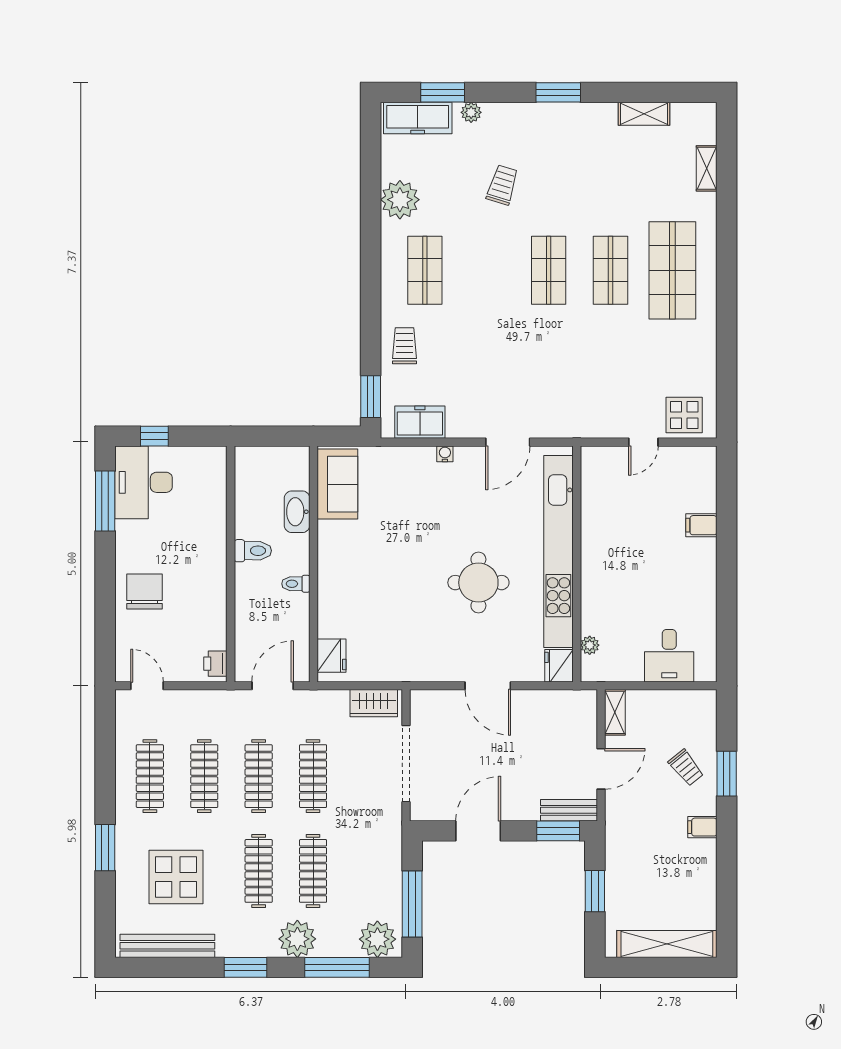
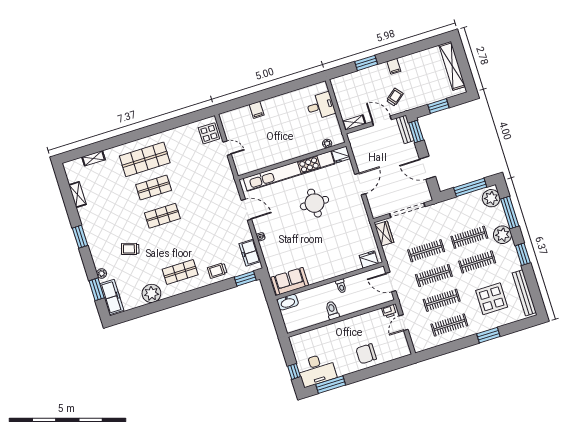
washbasin: (297, 512) -> (288, 302), moved
door: (147, 686) -> (404, 323), moved
trolley: (686, 768) -> (395, 97), moved

